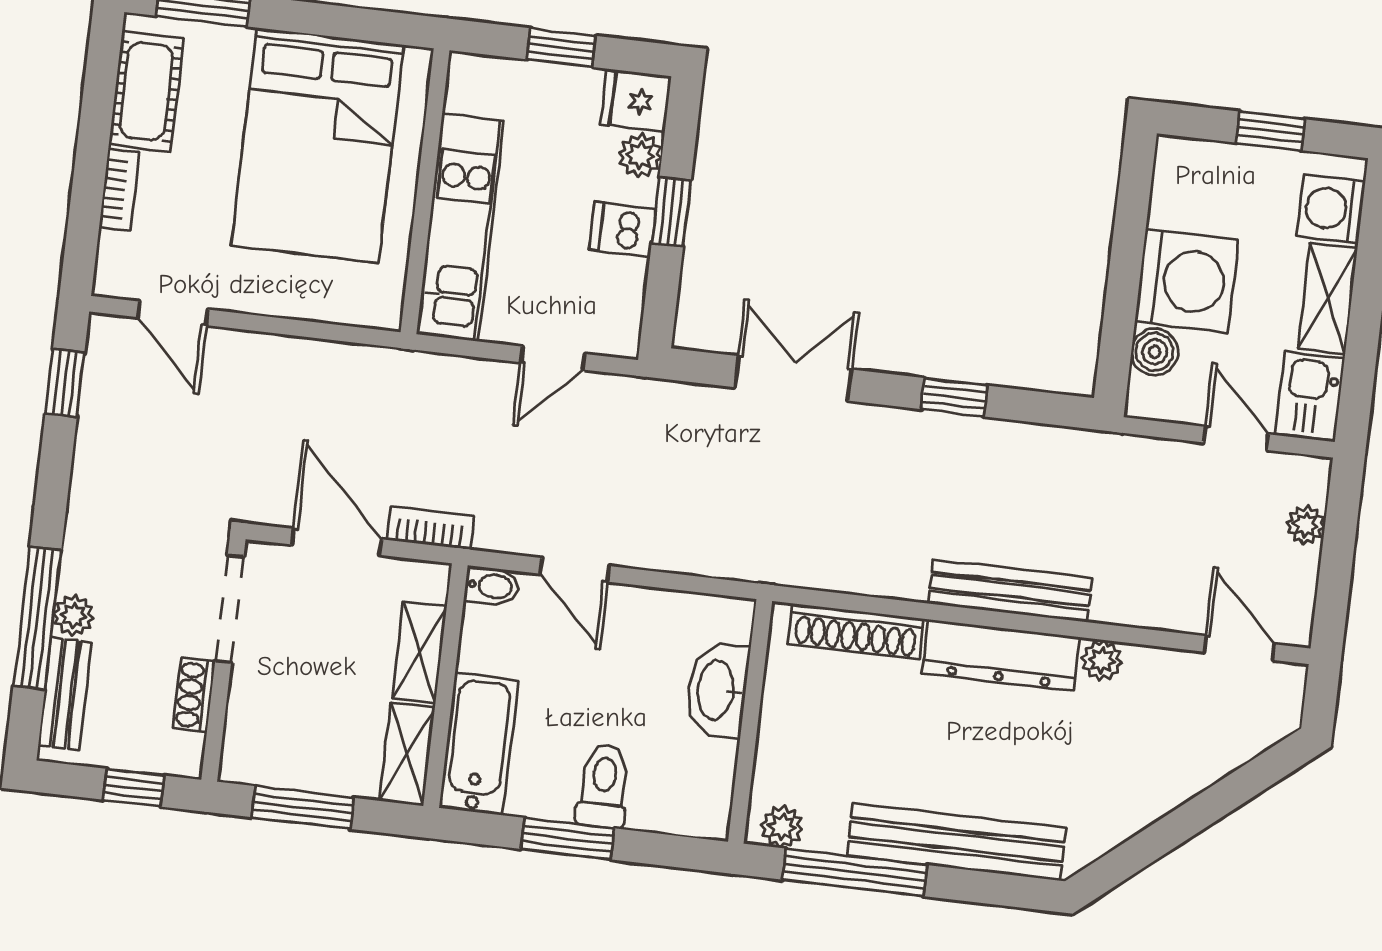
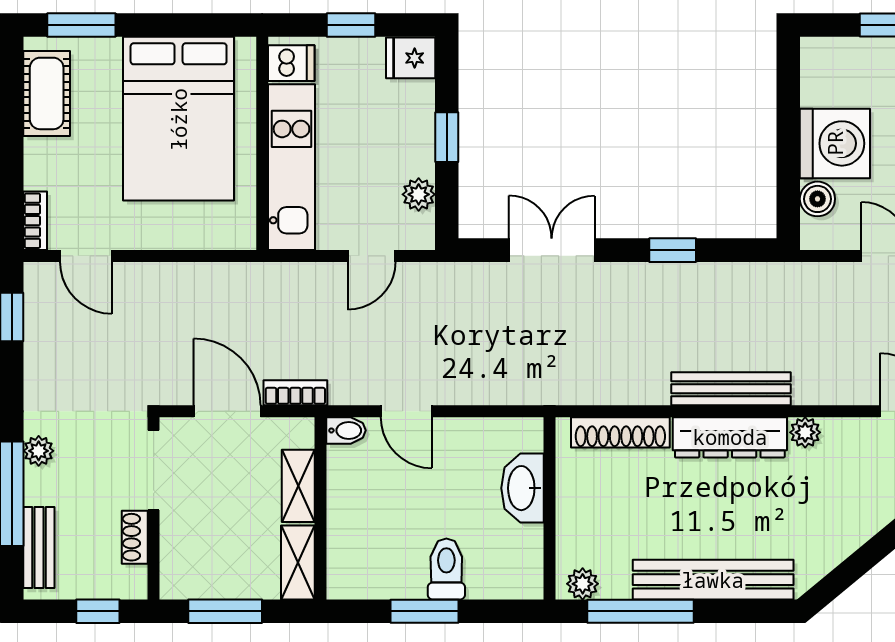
plant: (640, 155) -> (419, 194), moved
bookcase: (119, 189) -> (35, 221), moved
dishwasher: (622, 229) -> (291, 63), moved, turned 180
plant: (74, 615) -> (39, 451), moved
bathtub: (479, 744) -> (350, 549), removed

